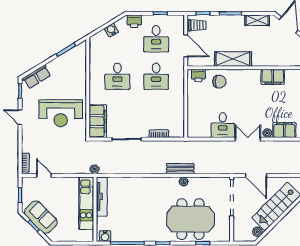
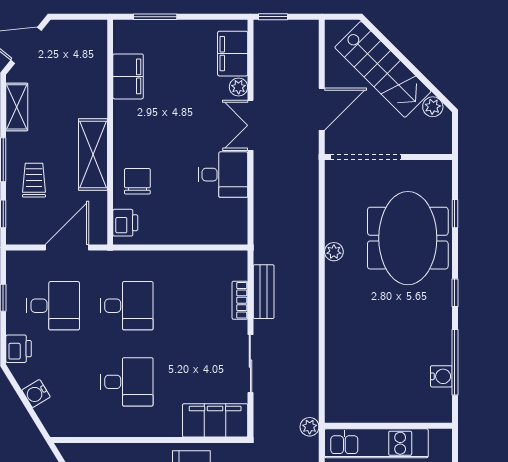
trolley: (197, 25) -> (34, 180), moved
bench: (180, 169) -> (264, 292), moved
tv unit: (102, 197) -> (363, 412), removed
water cooler: (105, 236) -> (441, 376), moved

